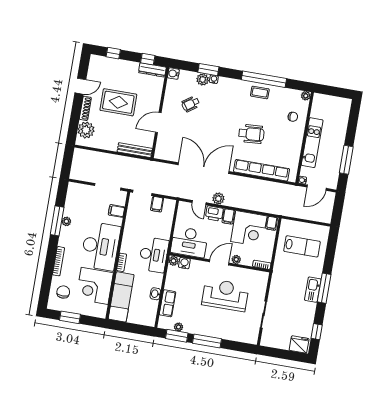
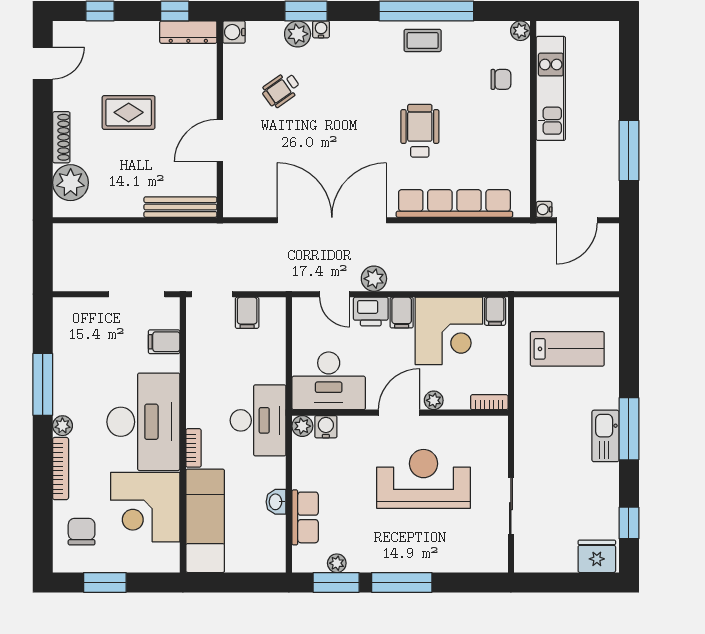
door: (80, 86) -> (43, 63), moved
rug: (118, 102) -> (129, 112), width x0.73, depth x0.70
wheelchair: (251, 134) -> (420, 131), turned -86
kitchen unit: (312, 143) -> (551, 88), moved
plant: (66, 221) -> (62, 426), moved

